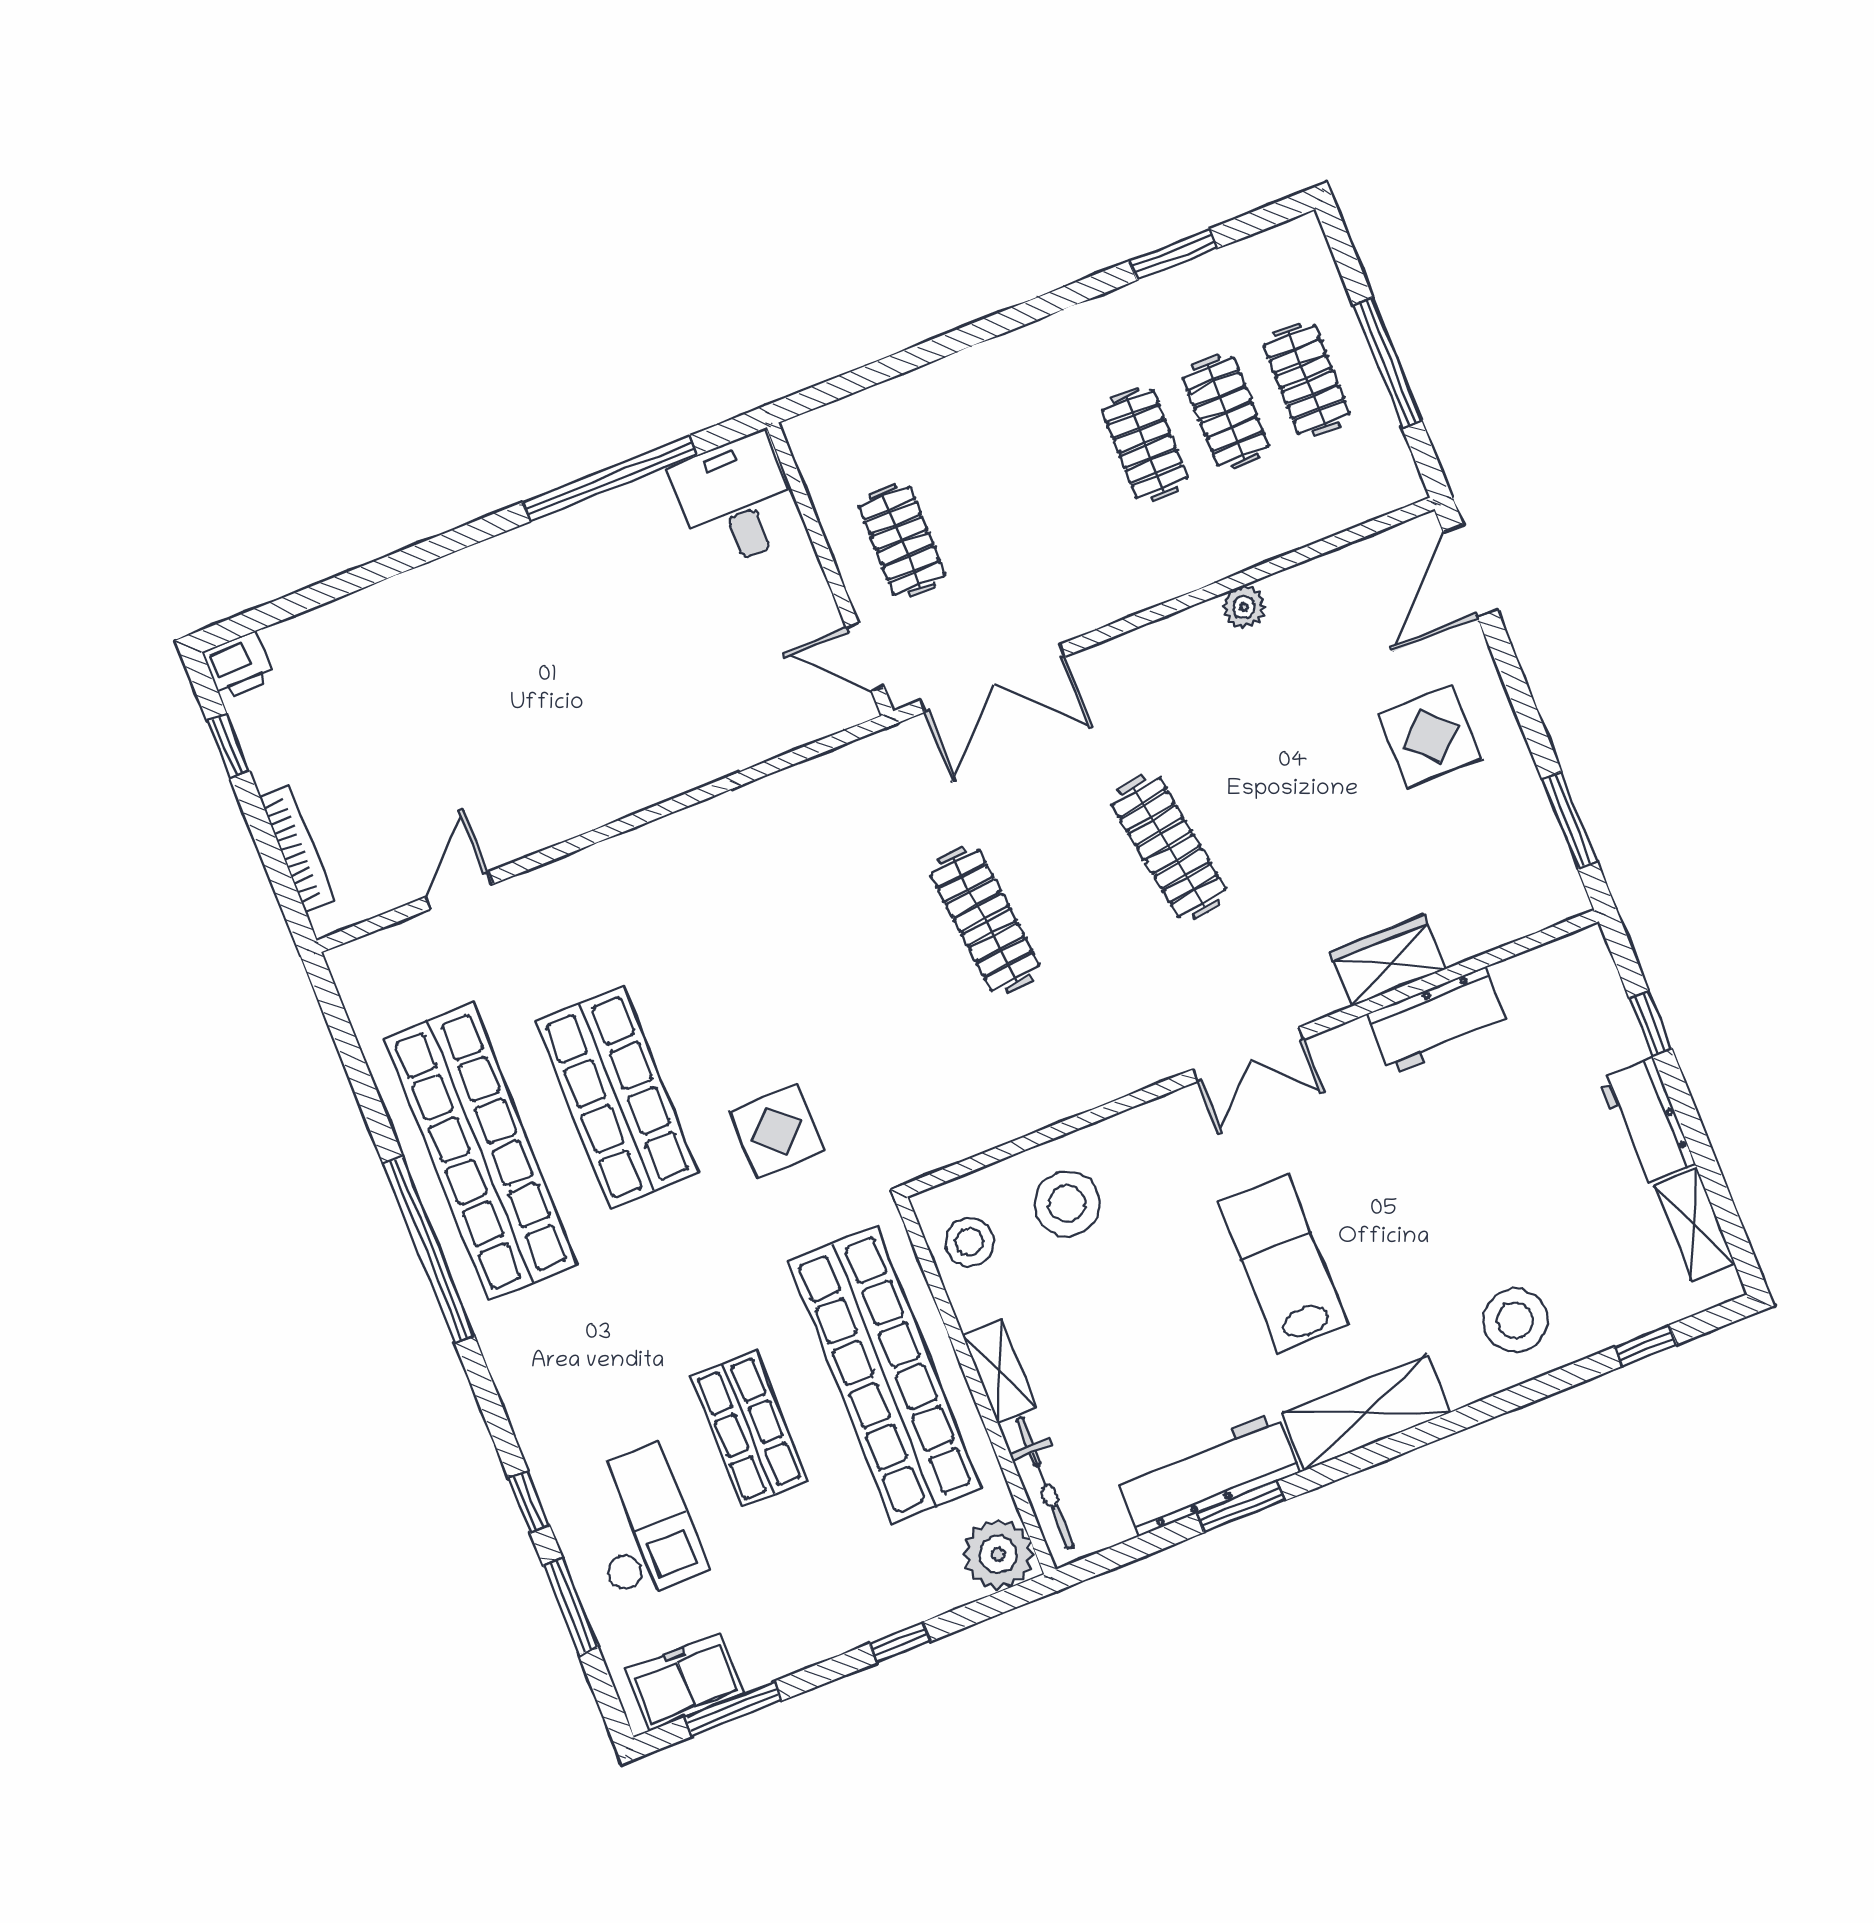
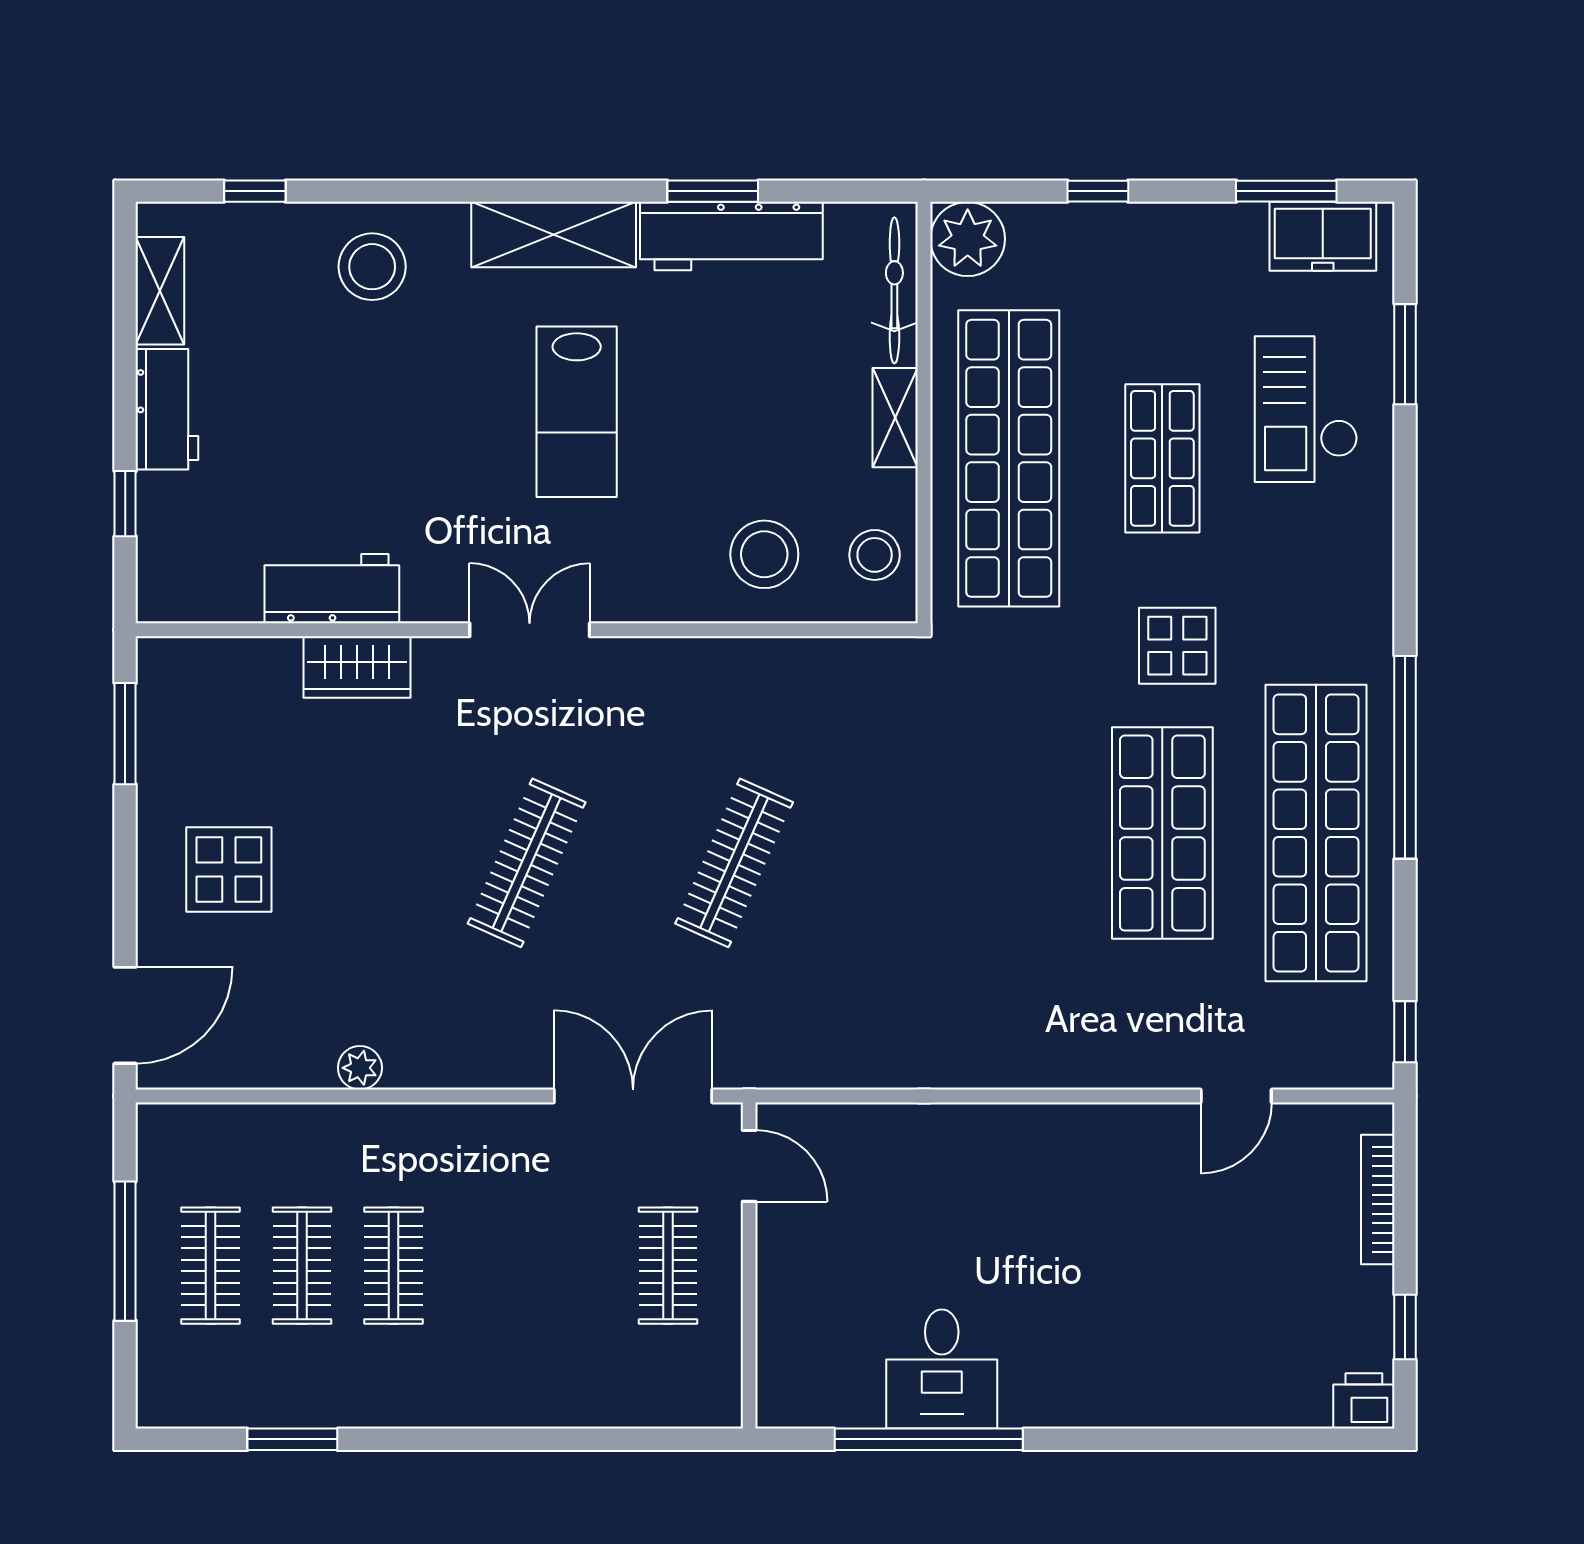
desk: (736, 501) -> (942, 1369), moved
clothes rail: (1169, 847) -> (527, 863), turned 33
clothes rail: (985, 920) -> (734, 863), turned 30
display table: (777, 1131) -> (1177, 646), moved
window: (529, 1502) -> (1405, 1032), moved

